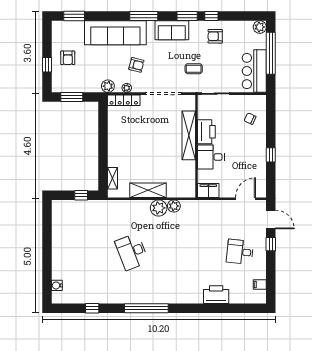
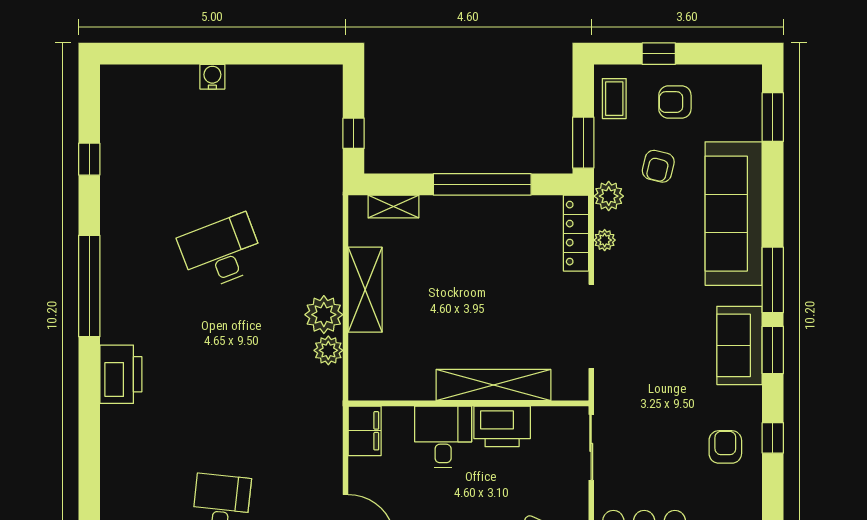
window: (187, 16) -> (773, 350), moved
armchair: (136, 65) -> (658, 166), moved
coffee table: (194, 69) -> (614, 99), moved
window: (72, 97) -> (583, 143), moved
window: (103, 140) -> (482, 184), added
water cooler: (57, 285) -> (212, 77), moved
printer: (216, 295) -> (121, 374), moved

